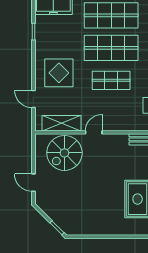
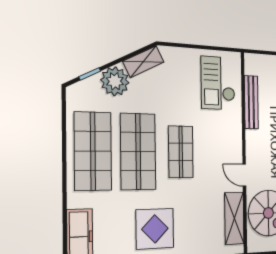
display table: (59, 73) -> (155, 229), moved

